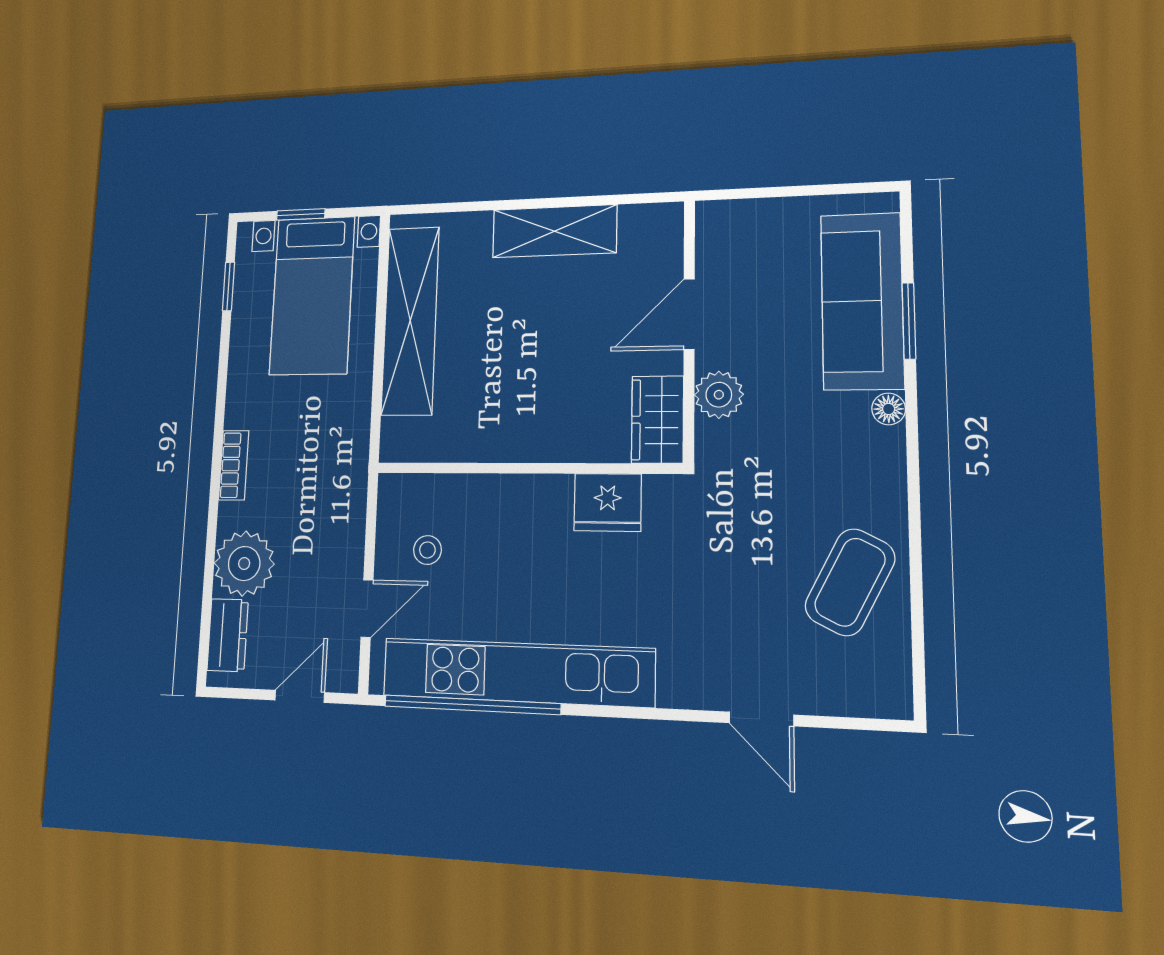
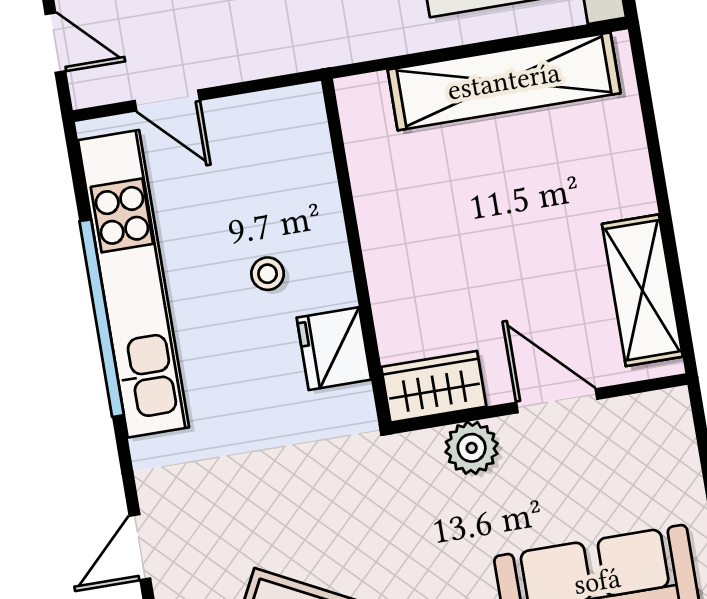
shelving: (554, 231) -> (642, 290), moved
stool: (427, 550) -> (268, 274), moved
window: (472, 705) -> (102, 318), moved

